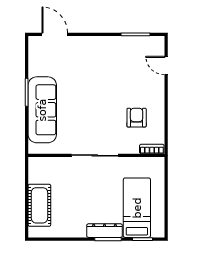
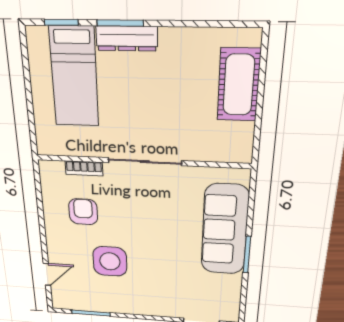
door: (166, 66) -> (47, 274), hinge flipped
side table: (120, 80) -> (110, 261), added
armchair: (137, 118) -> (83, 212), turned 180
bookcase: (152, 149) -> (84, 168), moved

